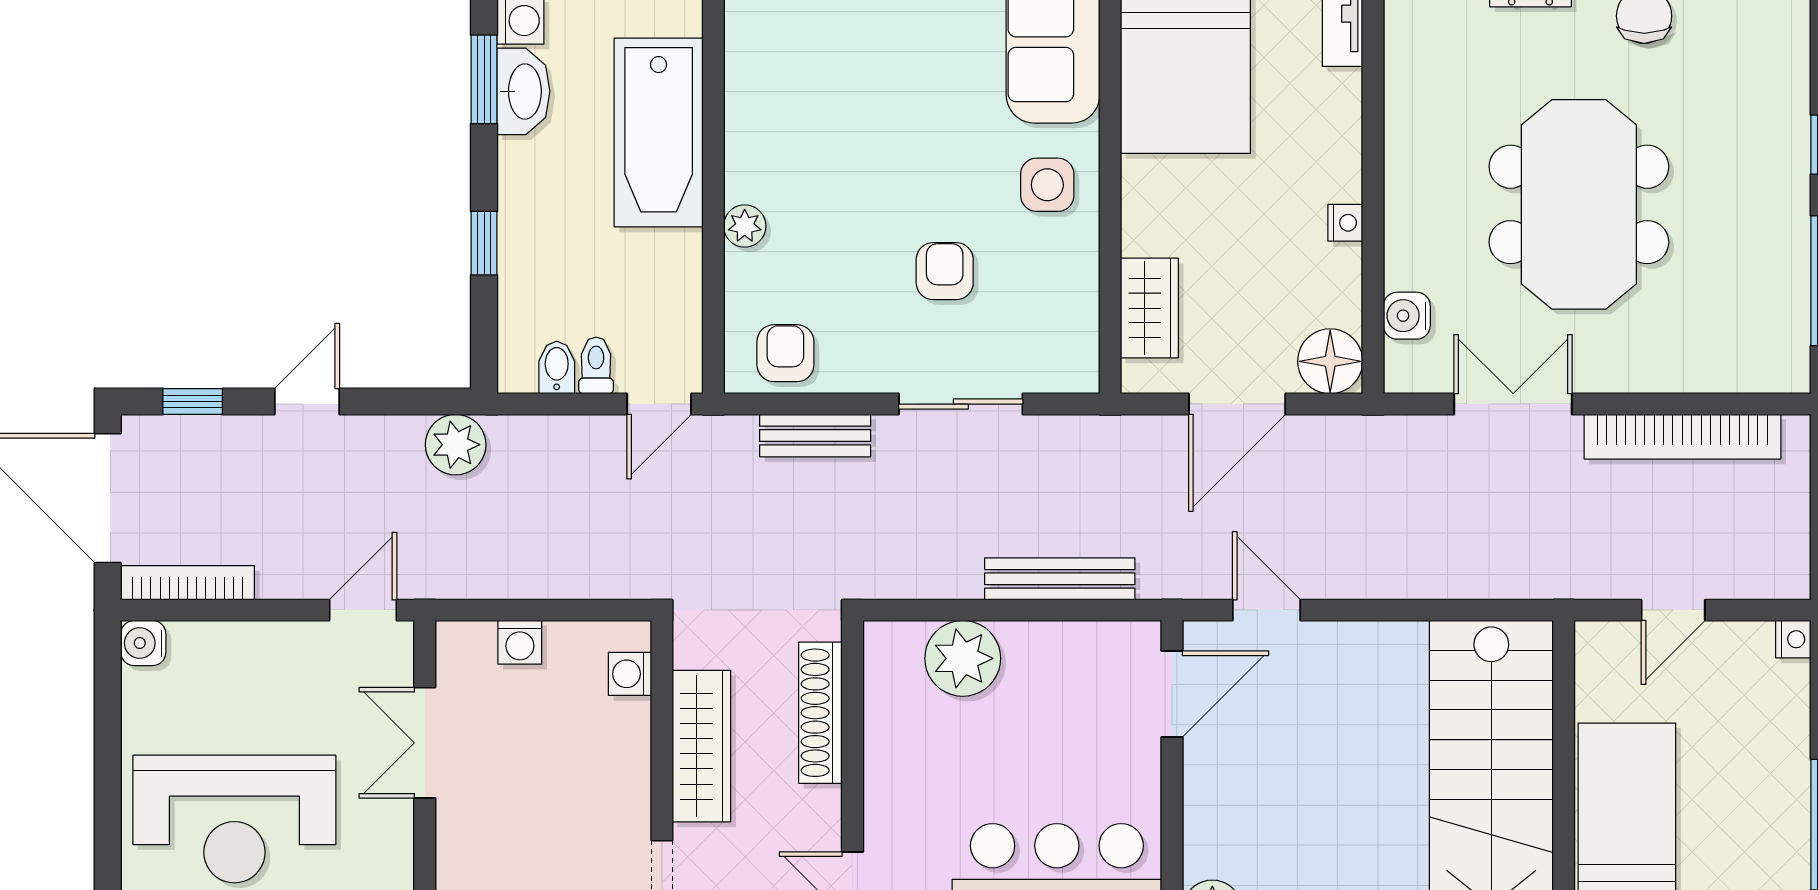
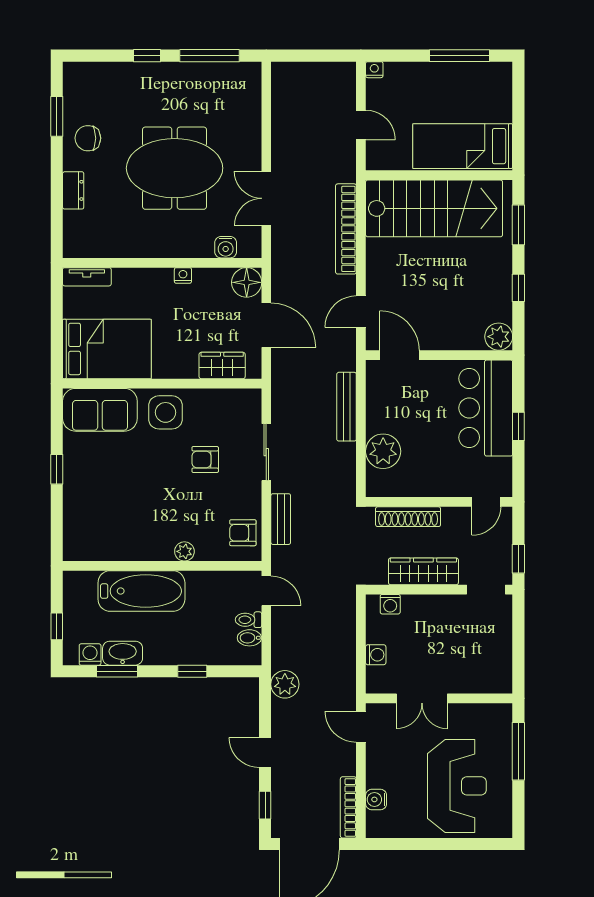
side table: (1047, 185) -> (165, 412), width x1.37, depth x1.37
bookcase: (1682, 437) -> (346, 229), moved, turned 180
water cooler: (143, 643) -> (376, 799), moved, turned 90

